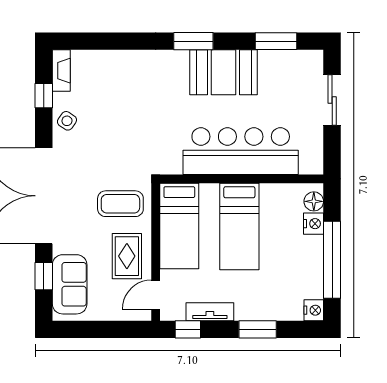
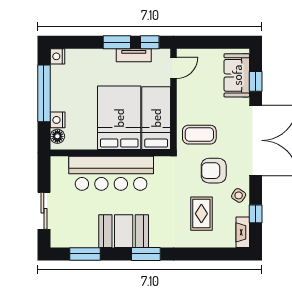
armchair: (101, 155) -> (214, 171), added
bed: (239, 226) -> (119, 118), width x1.50
rug: (127, 256) -> (201, 214), moved
window: (258, 329) -> (117, 42), moved

